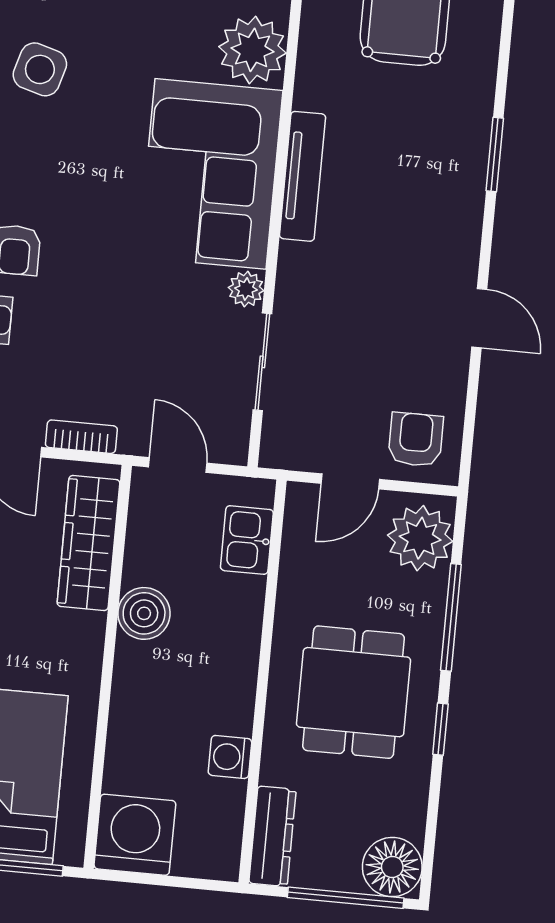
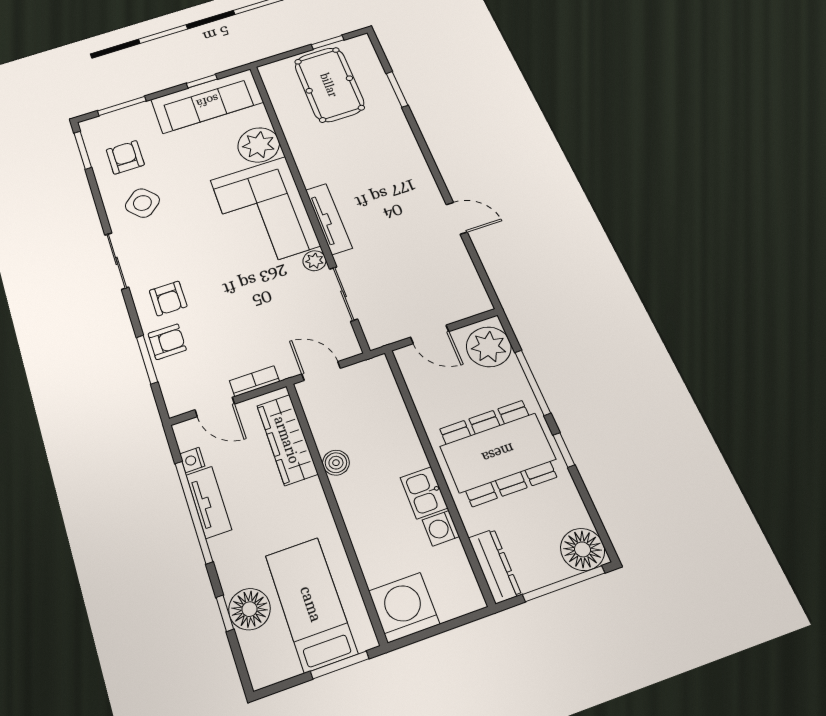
side table: (40, 69) -> (142, 203), turned 32
window: (495, 155) -> (397, 89), moved
tv unit: (303, 176) -> (329, 219), moved
armchair: (416, 440) -> (456, 295), removed
door: (350, 481) -> (430, 334), hinge flipped
kitchen sink: (247, 540) -> (424, 493), moved
boiler: (144, 613) -> (336, 463), width x0.73, depth x0.73
dining table: (354, 692) -> (498, 453), width x1.38

